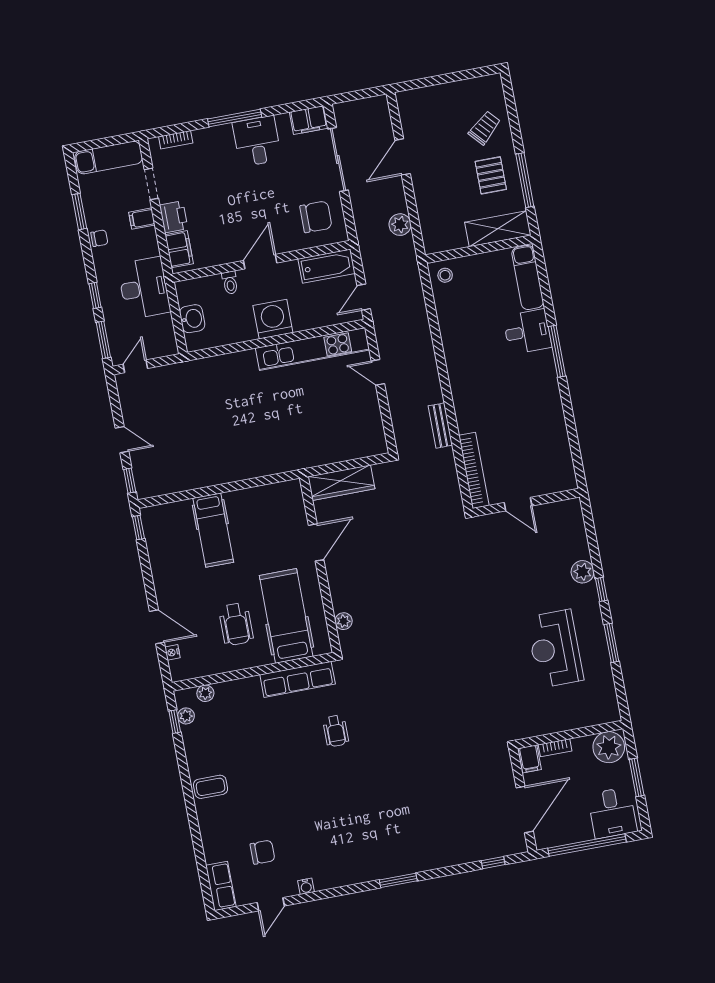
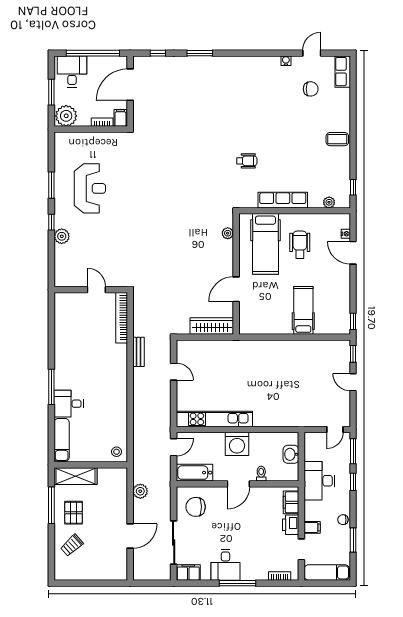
door: (378, 372) -> (174, 372), moved
row of seats: (298, 679) -> (283, 200), moved
plant: (186, 716) -> (345, 190), removed
wheelchair: (336, 731) -> (247, 161), turned 90
chair: (262, 852) -> (311, 89), turned 180
window: (398, 880) -> (200, 53), moved

